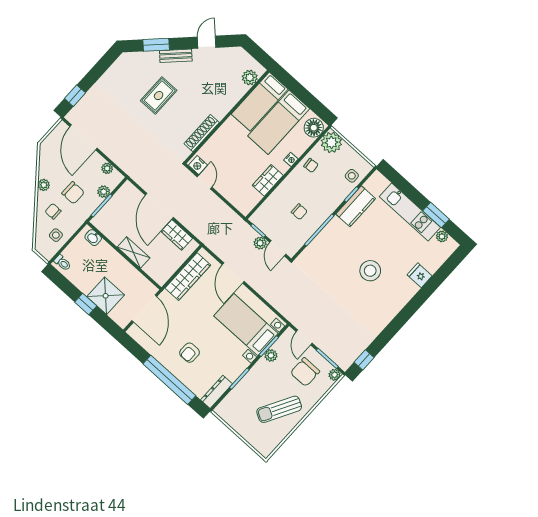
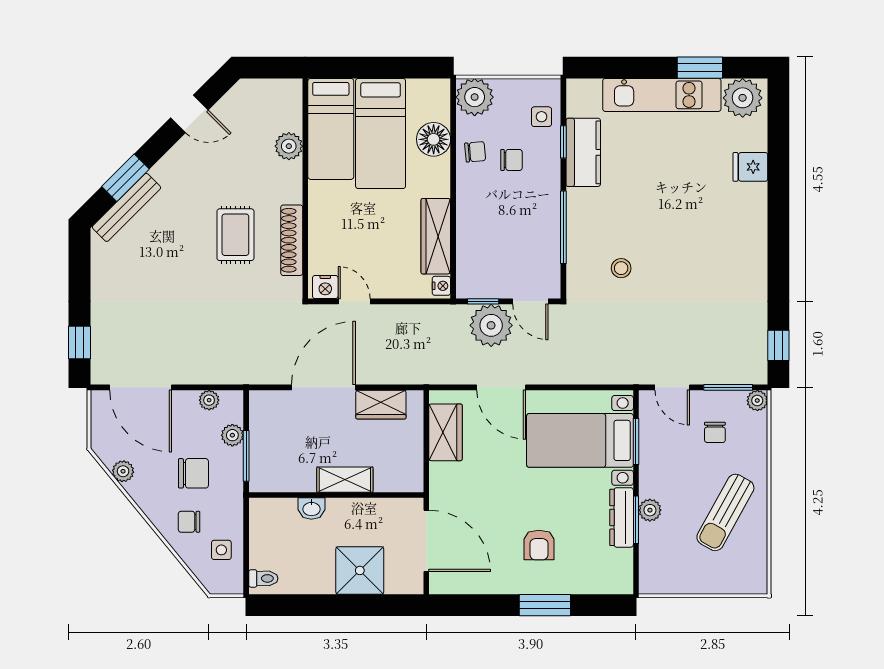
door: (207, 42) -> (189, 114), swing flipped
bench: (176, 56) -> (127, 207), moved, width x1.36
plant: (250, 78) -> (289, 146), moved
rug: (159, 96) -> (235, 235), moved
floor lamp: (314, 128) -> (434, 139), moved
nightstand: (291, 159) -> (441, 286), moved
wardrobe: (268, 180) -> (436, 236), width x1.50
plant: (44, 185) -> (123, 471), moved
door: (159, 206) -> (324, 387), swing flipped
chair: (299, 212) -> (511, 160), moved
plant: (442, 236) -> (743, 98), width x1.88, depth x1.88
washbasin: (93, 238) -> (311, 508), moved
plant: (260, 243) -> (491, 325), width x1.87, depth x1.87
stool: (370, 271) -> (621, 268), moved, width x0.53, depth x0.53
wardrobe: (188, 277) -> (446, 432), width x0.67
window: (86, 304) -> (343, 605), removed
plant: (271, 355) -> (650, 510), moved
chair: (305, 372) -> (715, 432), width x0.54, depth x0.54
window: (169, 380) -> (545, 605), width x0.47
dresser: (216, 392) -> (622, 517), moved

